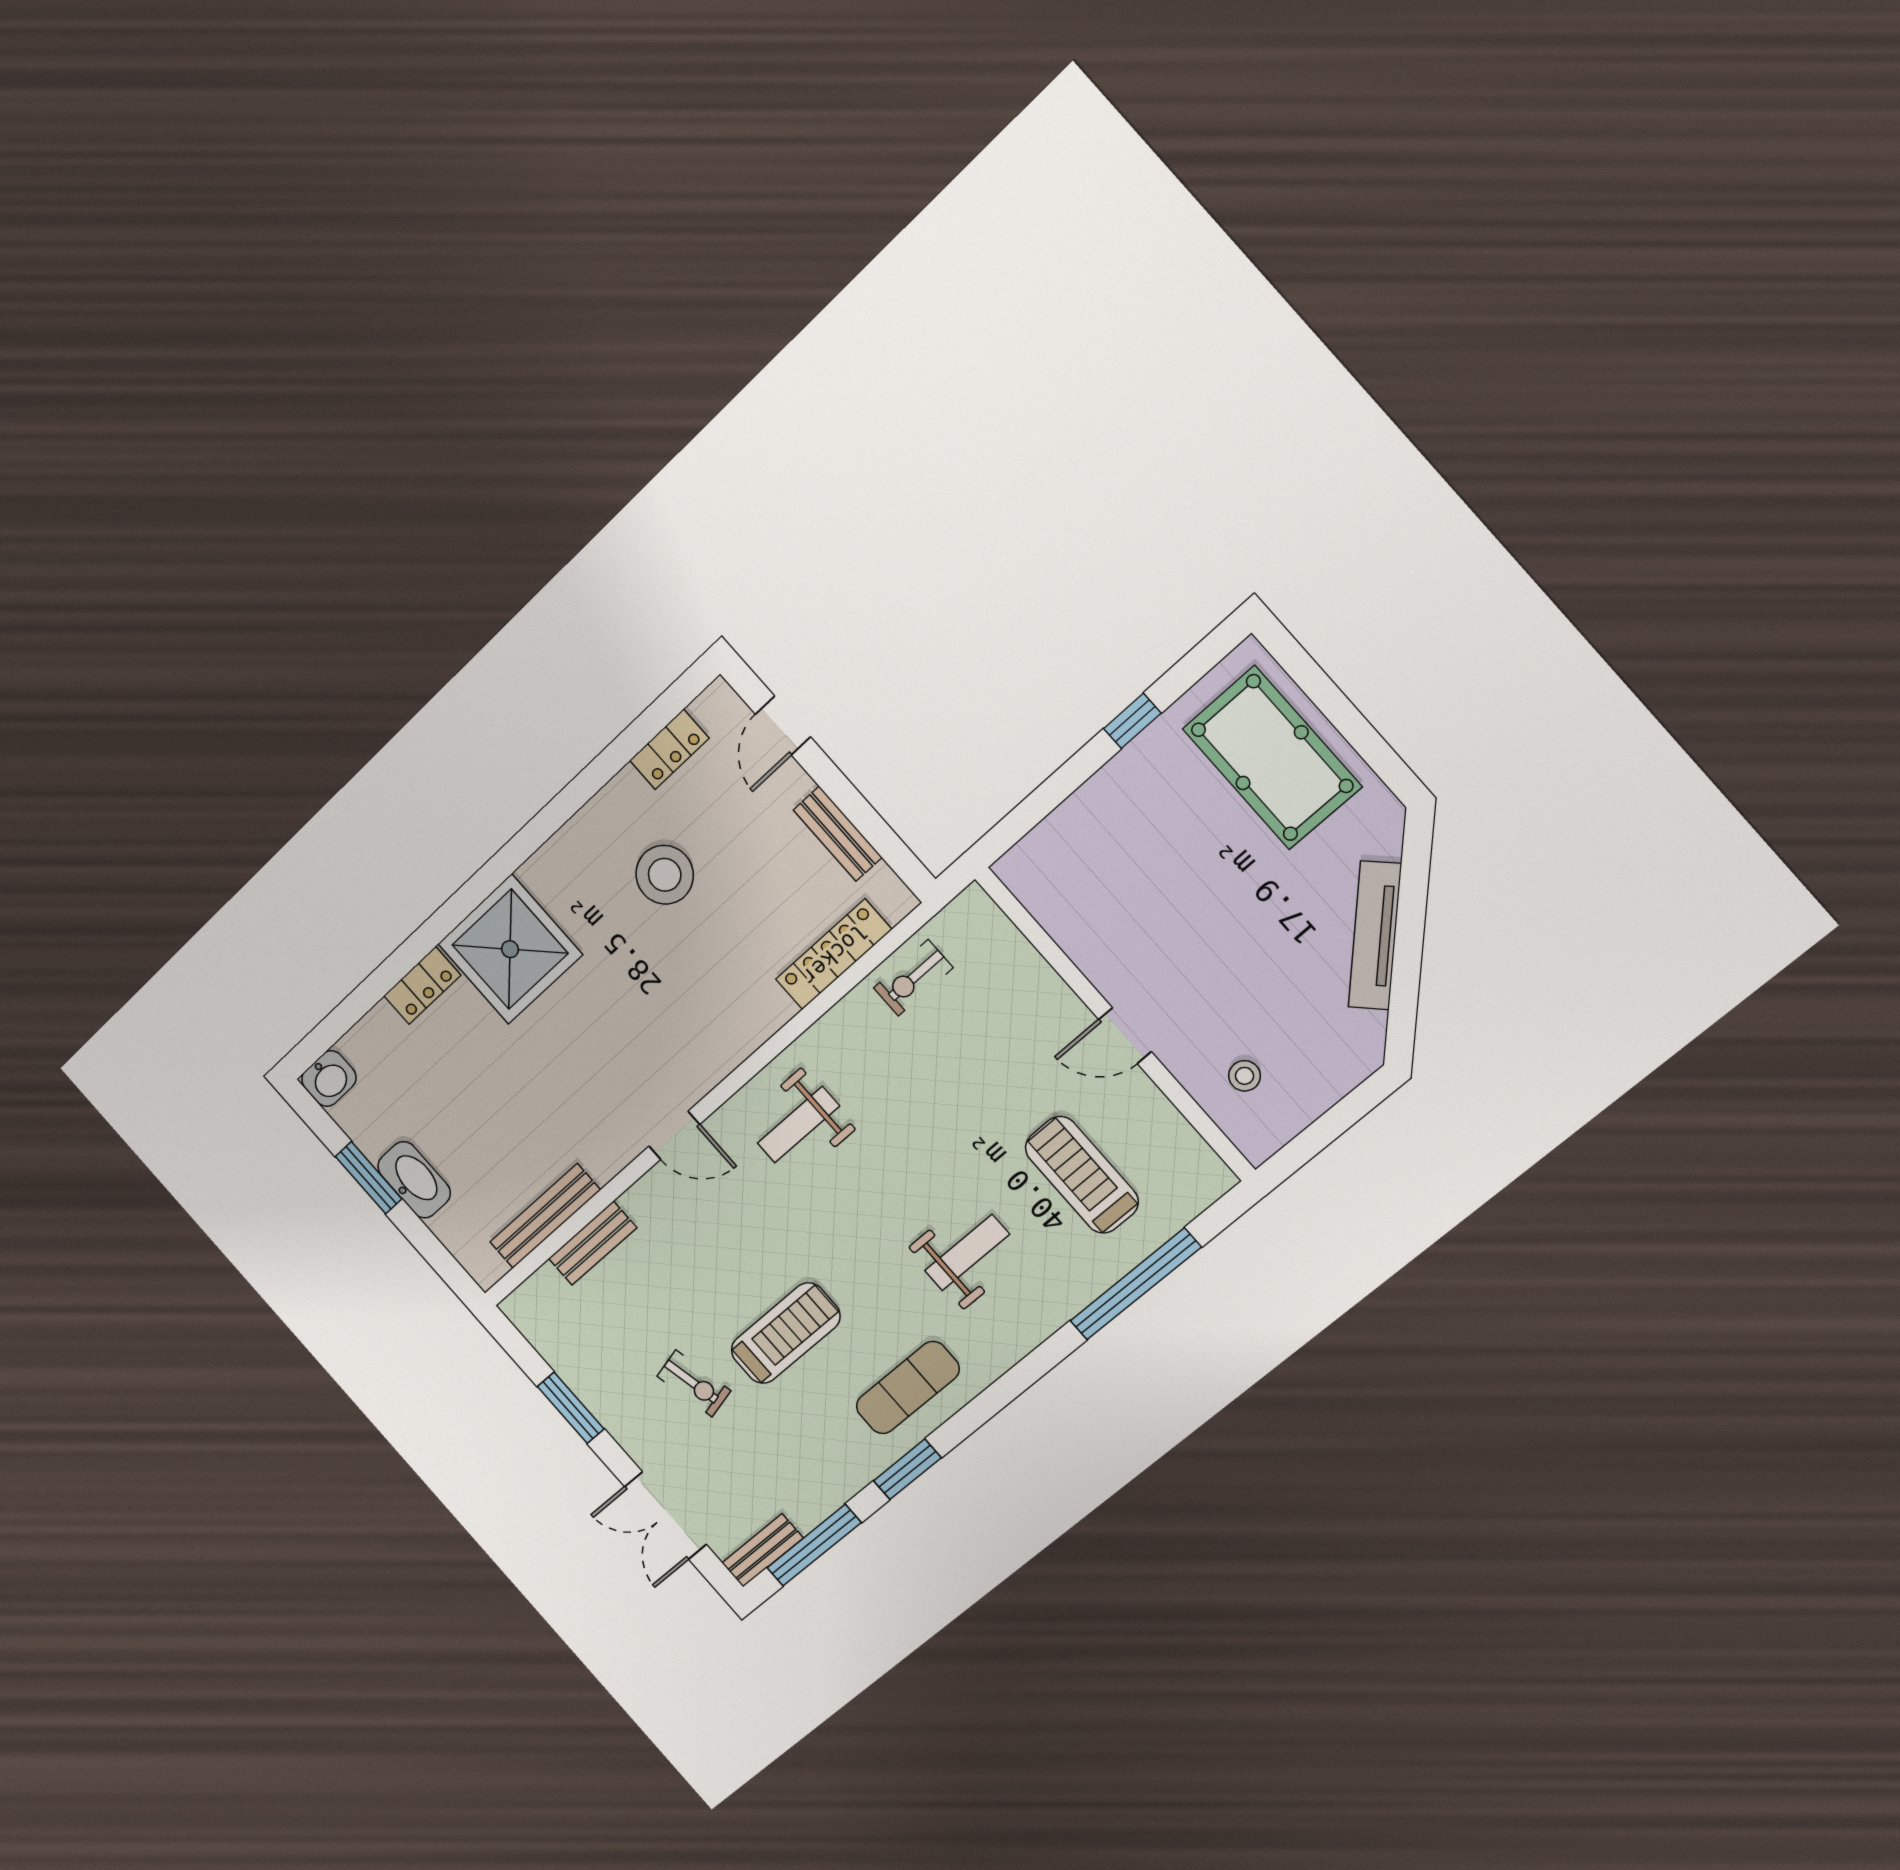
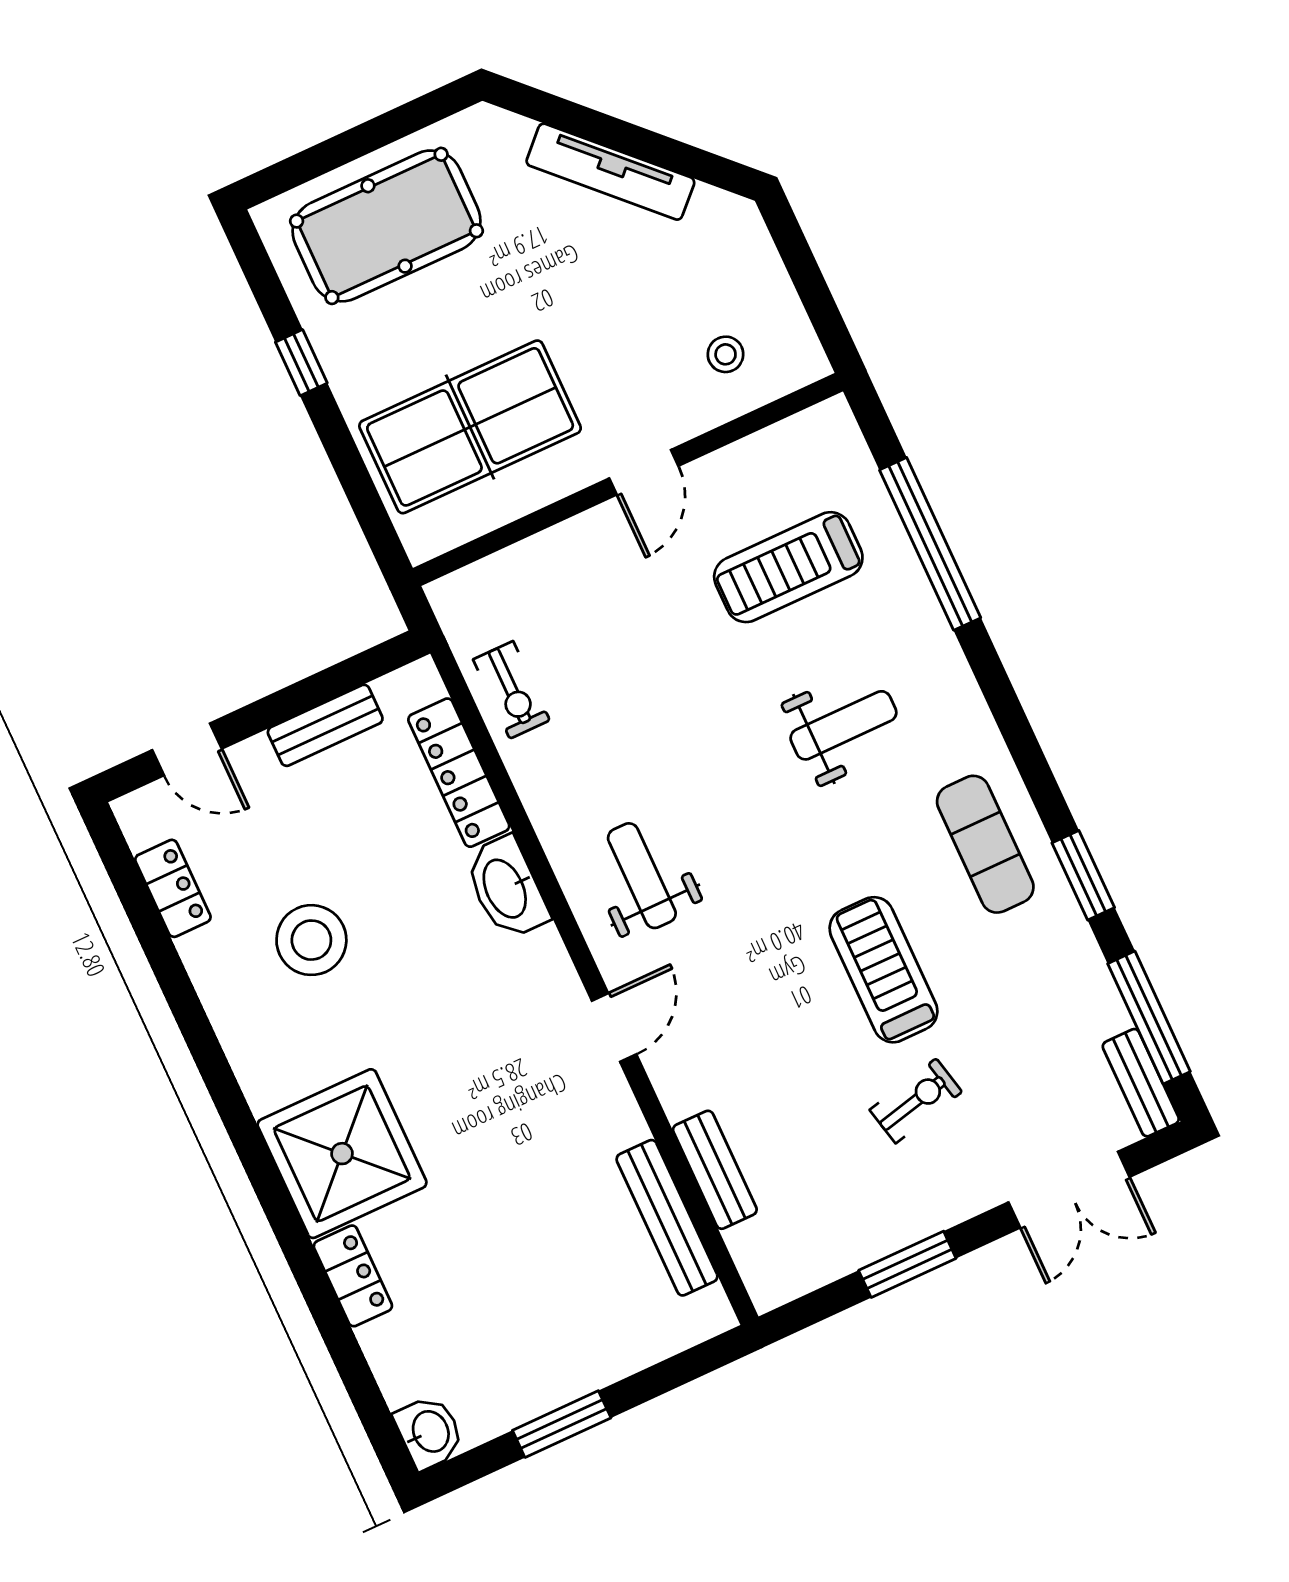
table tennis table: (1120, 880) -> (470, 427), added
weight bench: (798, 1125) -> (642, 876), turned 180
washbasin: (414, 1180) -> (506, 888), moved, turned -90
weight bench: (967, 1253) -> (843, 725), turned 90

